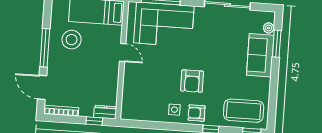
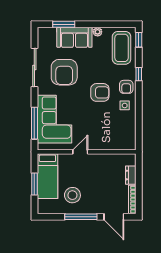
plant: (269, 28) -> (98, 32), moved
armchair: (219, 40) -> (64, 72), added
door: (42, 87) -> (114, 217), hinge flipped
dresser: (105, 112) -> (131, 175), moved
window: (94, 121) -> (139, 171), removed

